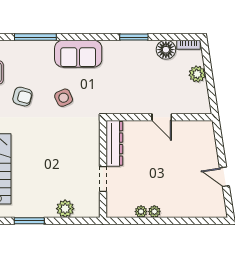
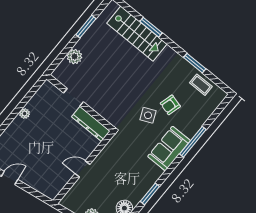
window: (35, 37) -> (193, 142), moved
armchair: (22, 97) -> (170, 105), moved
plant: (141, 212) -> (32, 105), removed

